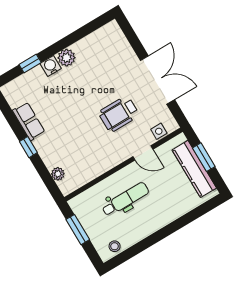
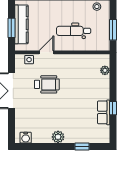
water cooler: (51, 66) -> (26, 138), moved
window: (28, 147) -> (113, 108), moved
door: (143, 153) -> (46, 52), hinge flipped

